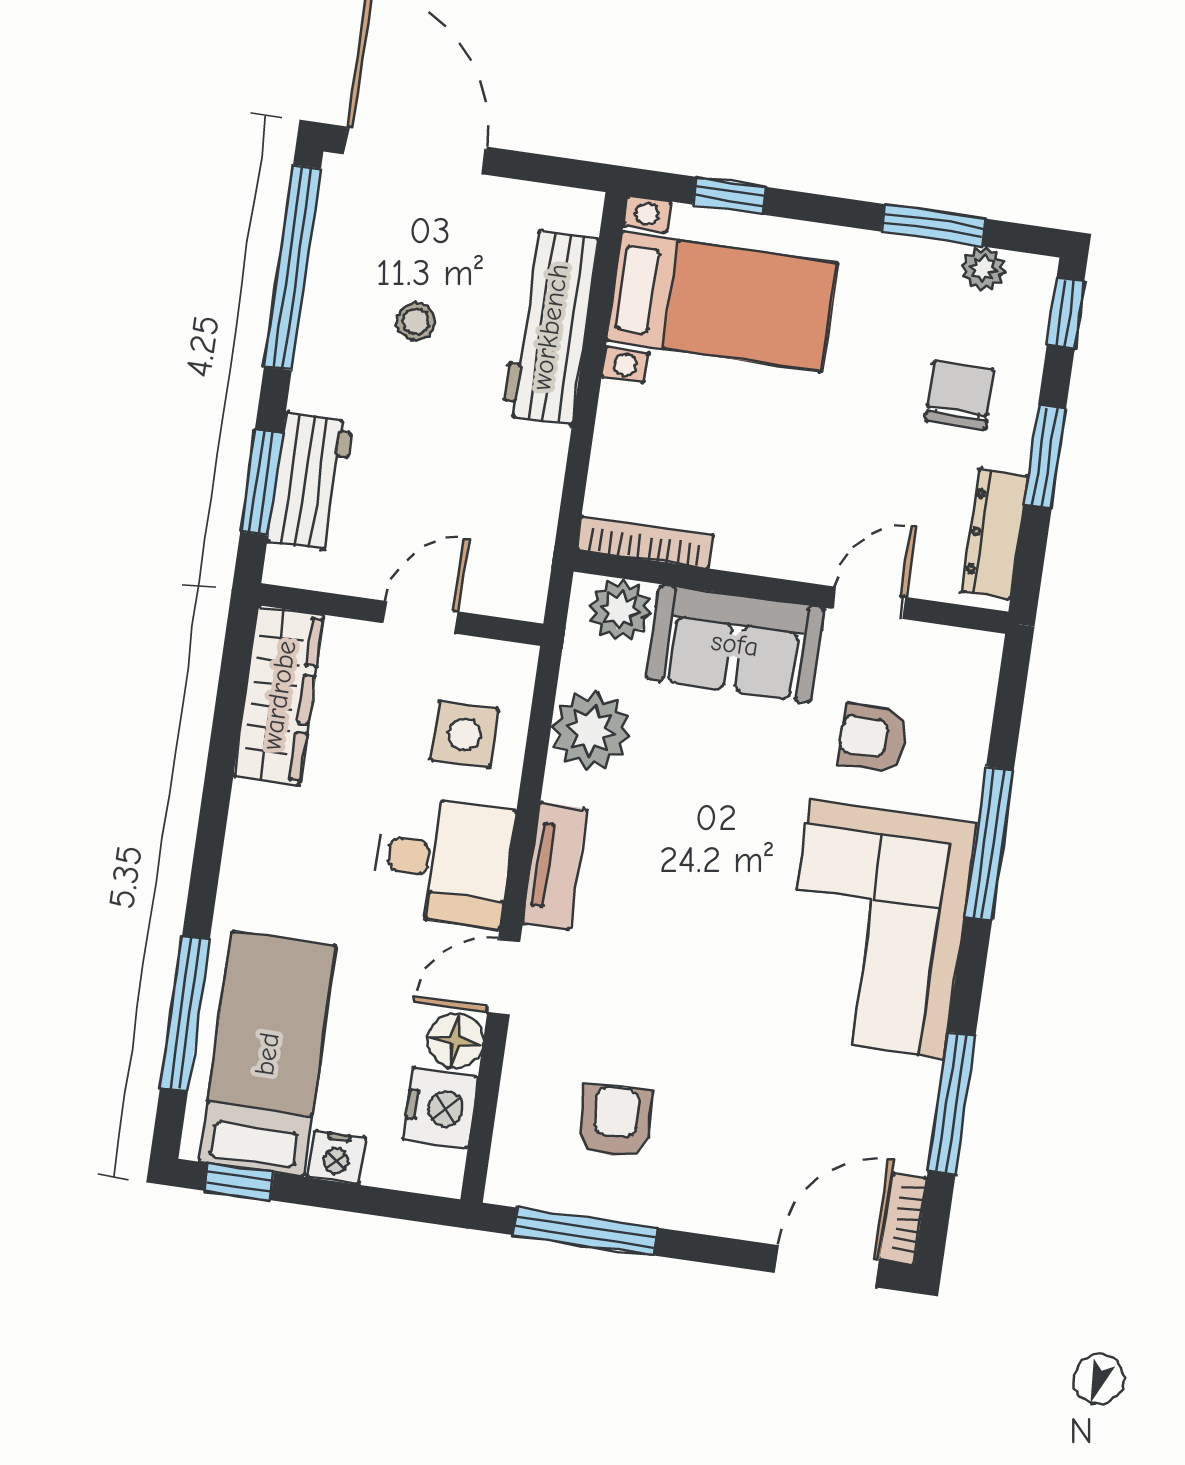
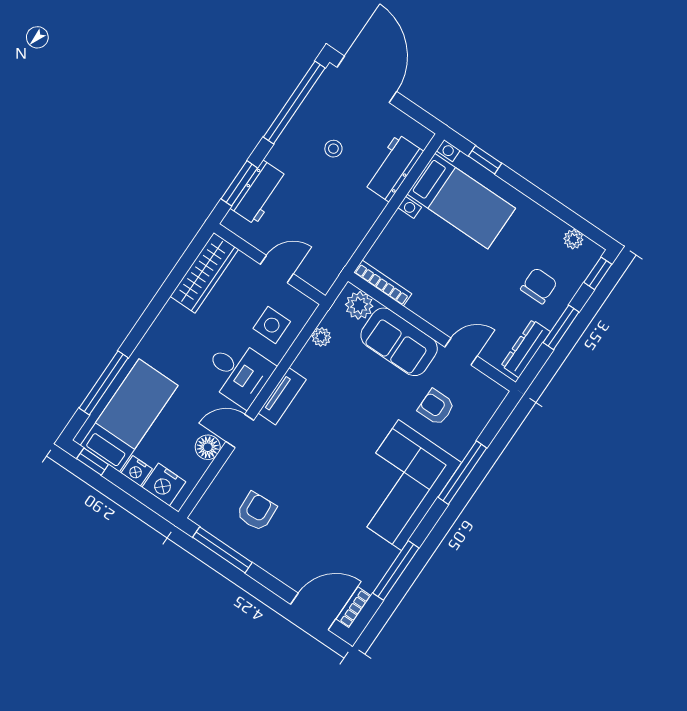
window: (933, 225) -> (562, 212), removed
workbench: (550, 327) -> (393, 168), width x0.73
plant: (591, 731) -> (321, 337), width x0.53, depth x0.53
nightstand: (440, 1108) -> (164, 485), moved, turned 90

